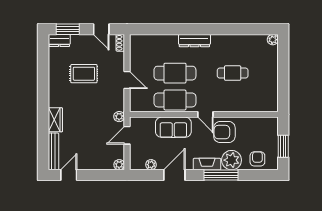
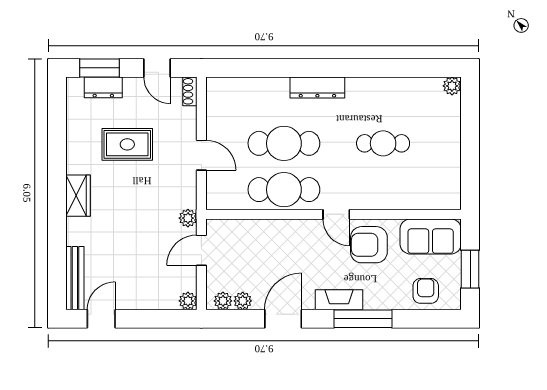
dresser: (59, 41) -> (103, 87), moved
wardrobe: (55, 120) -> (78, 196), moved
sofa: (173, 127) -> (431, 236), moved
plant: (232, 160) -> (223, 301), moved, width x0.53, depth x0.53

